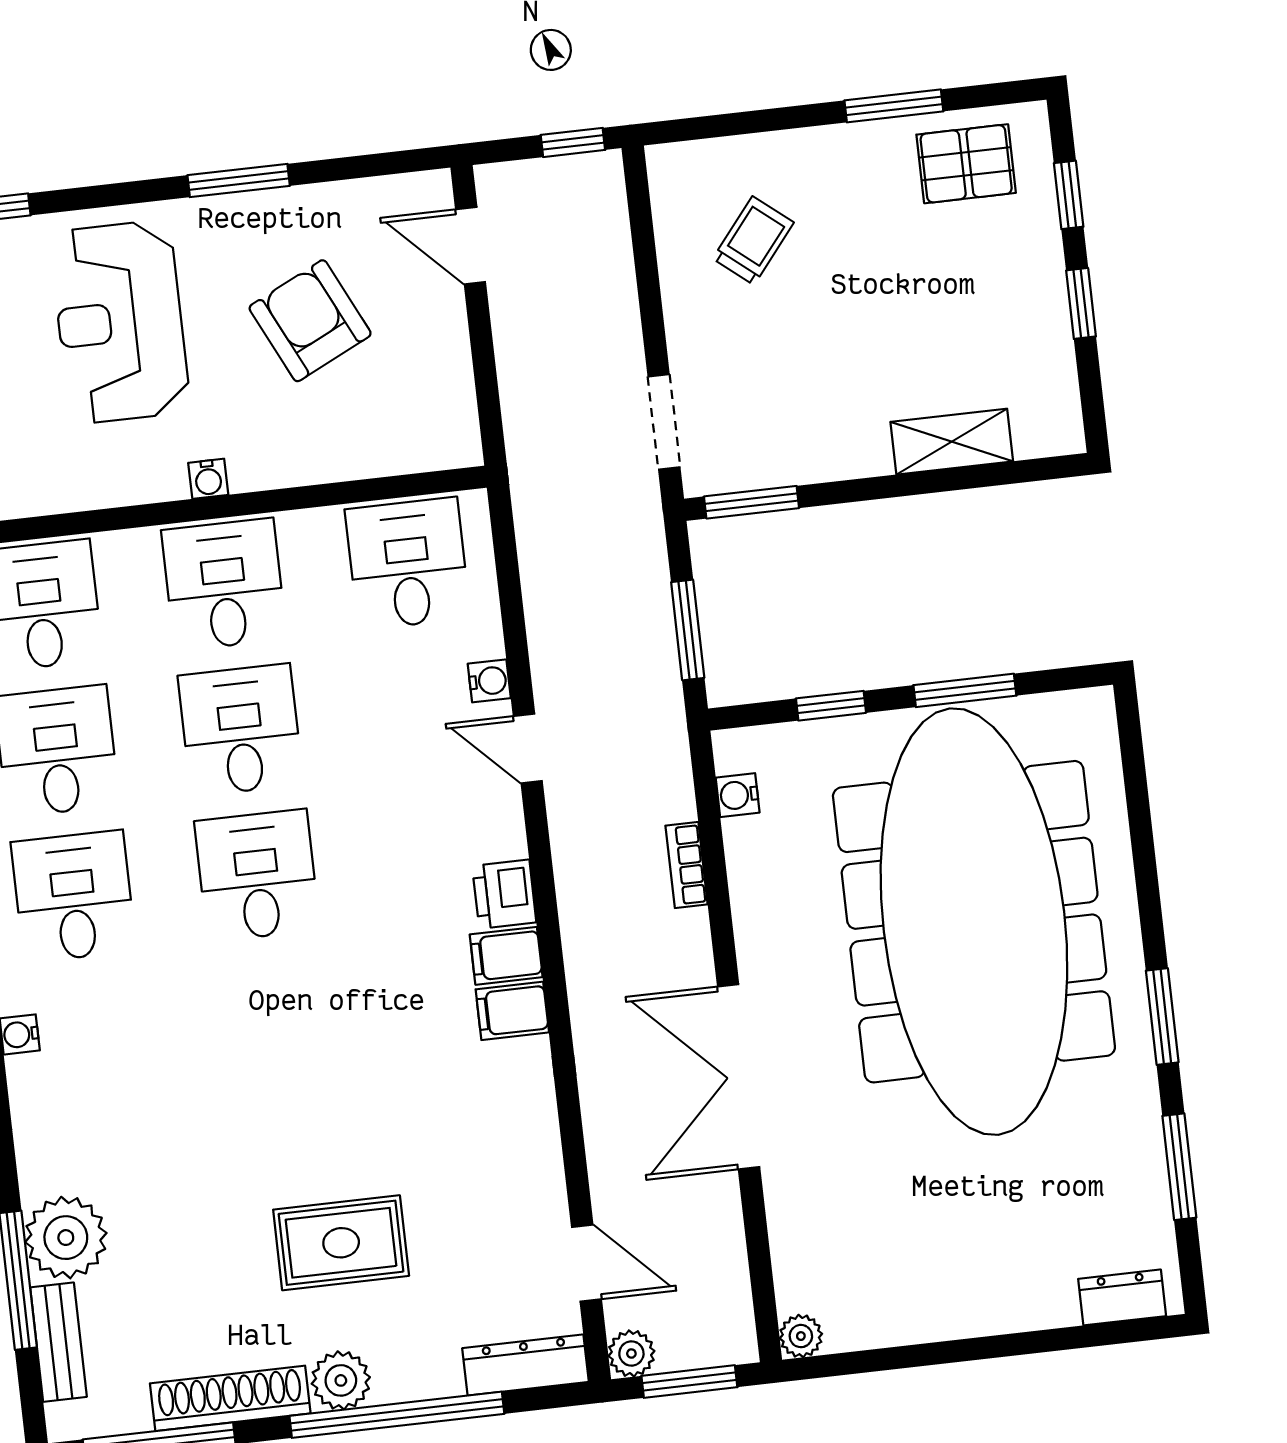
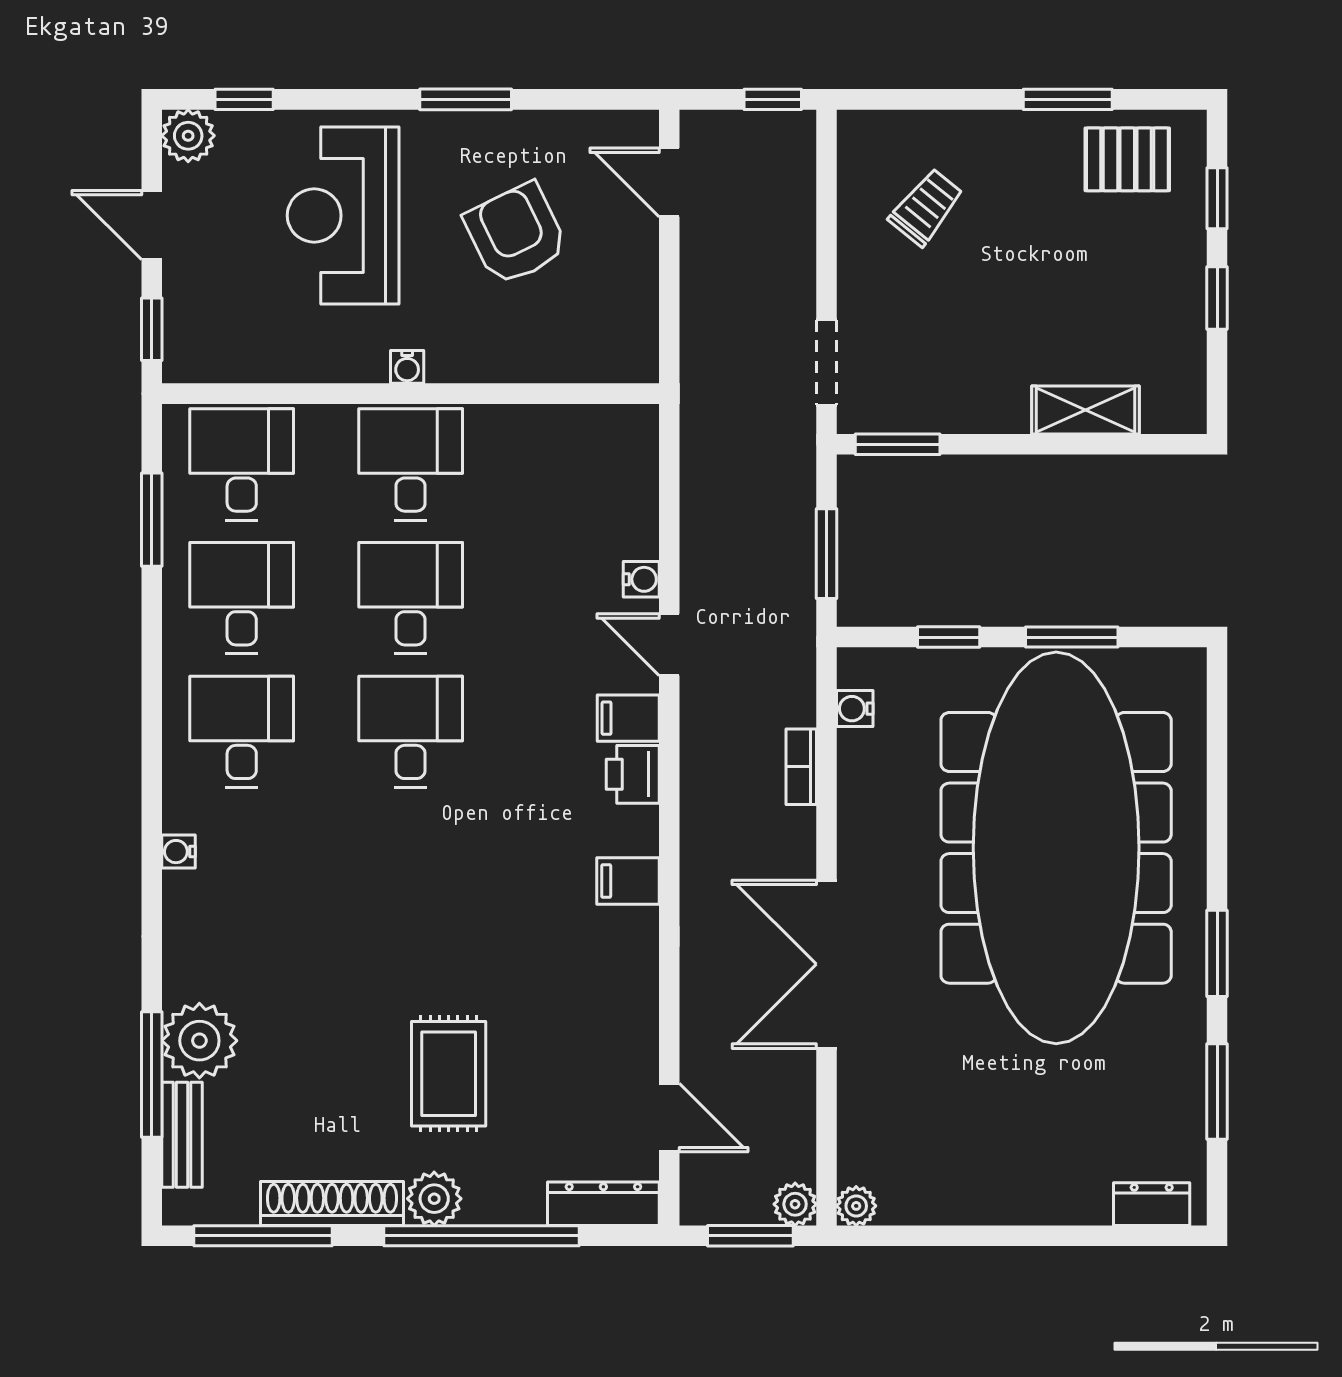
desk: (408, 564) -> (579, 464), removed
filing cabinet: (506, 956) -> (628, 718), moved
rug: (341, 1243) -> (449, 1074), turned 90
plant: (631, 1353) -> (795, 1204), moved

